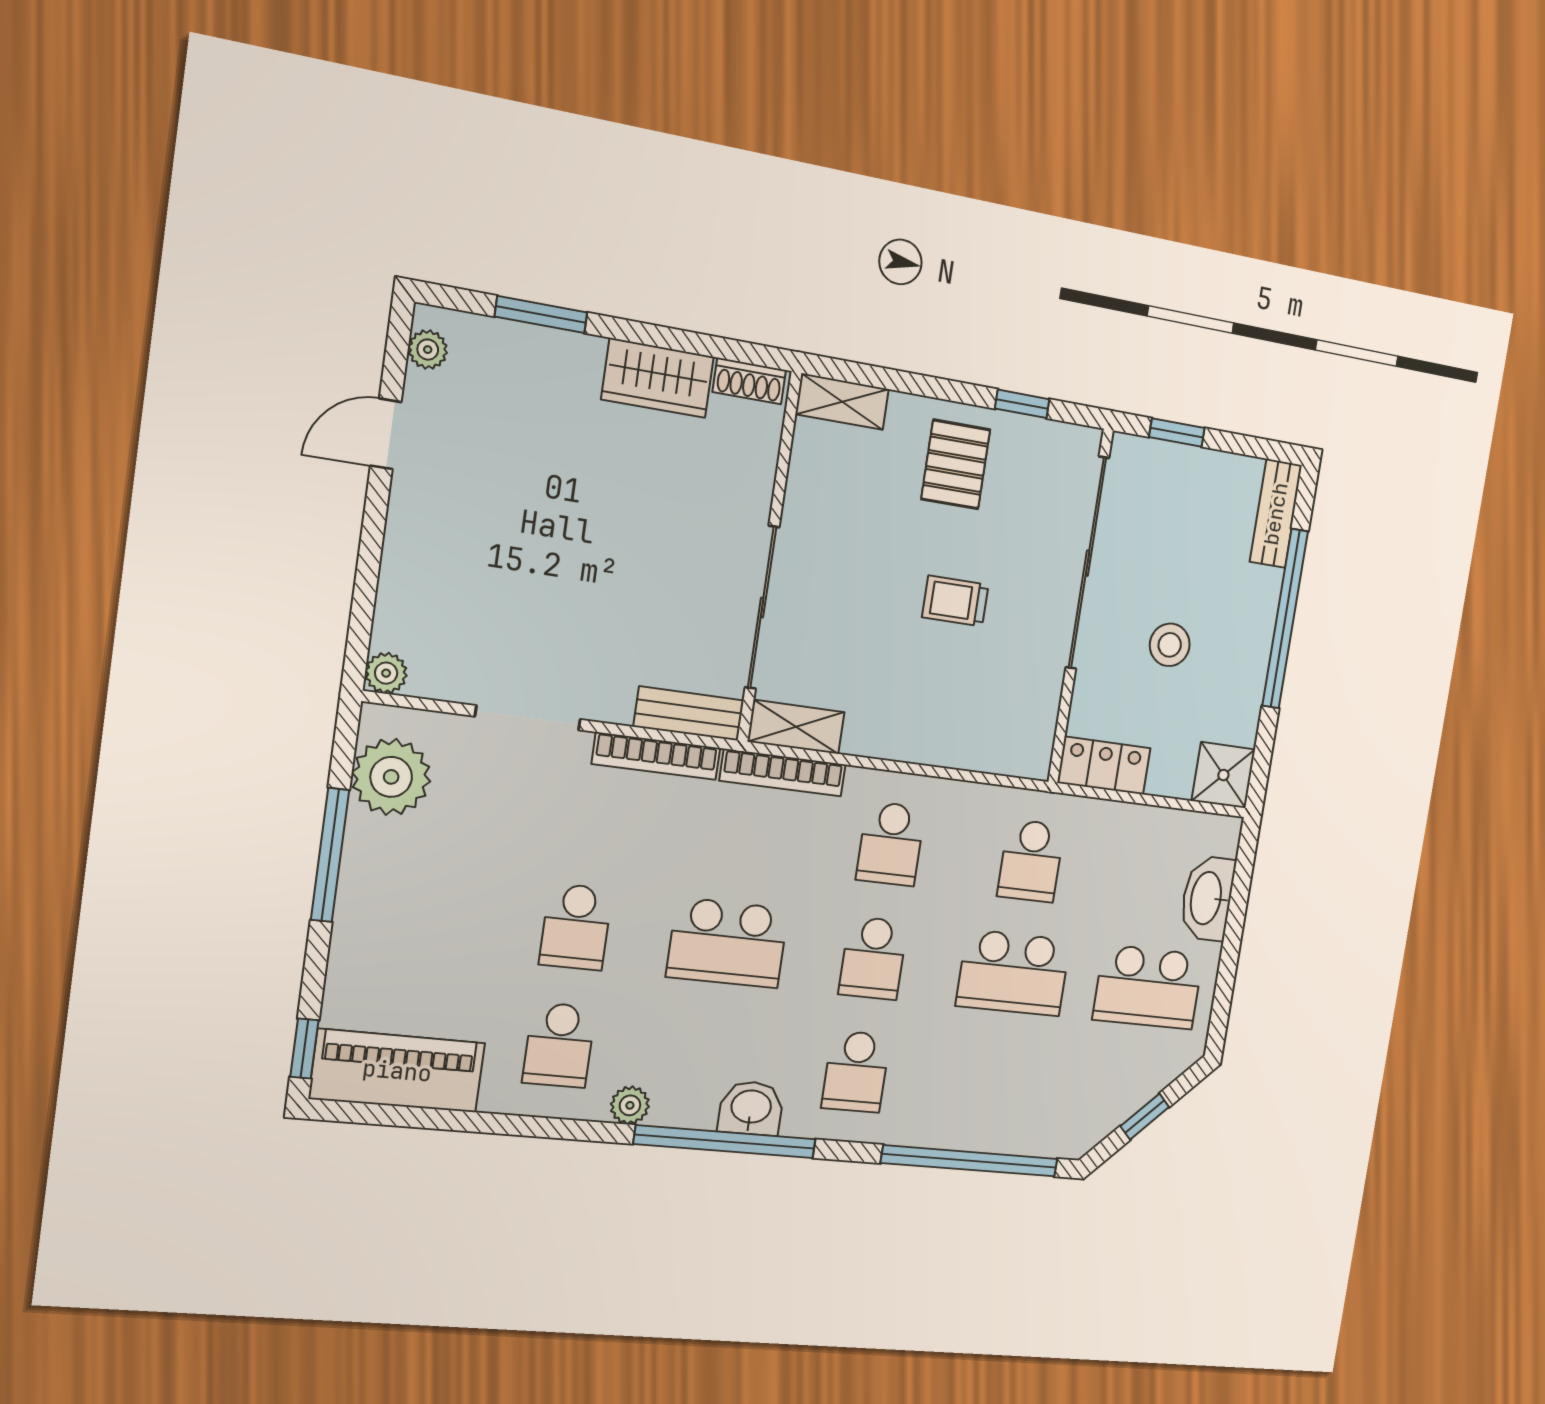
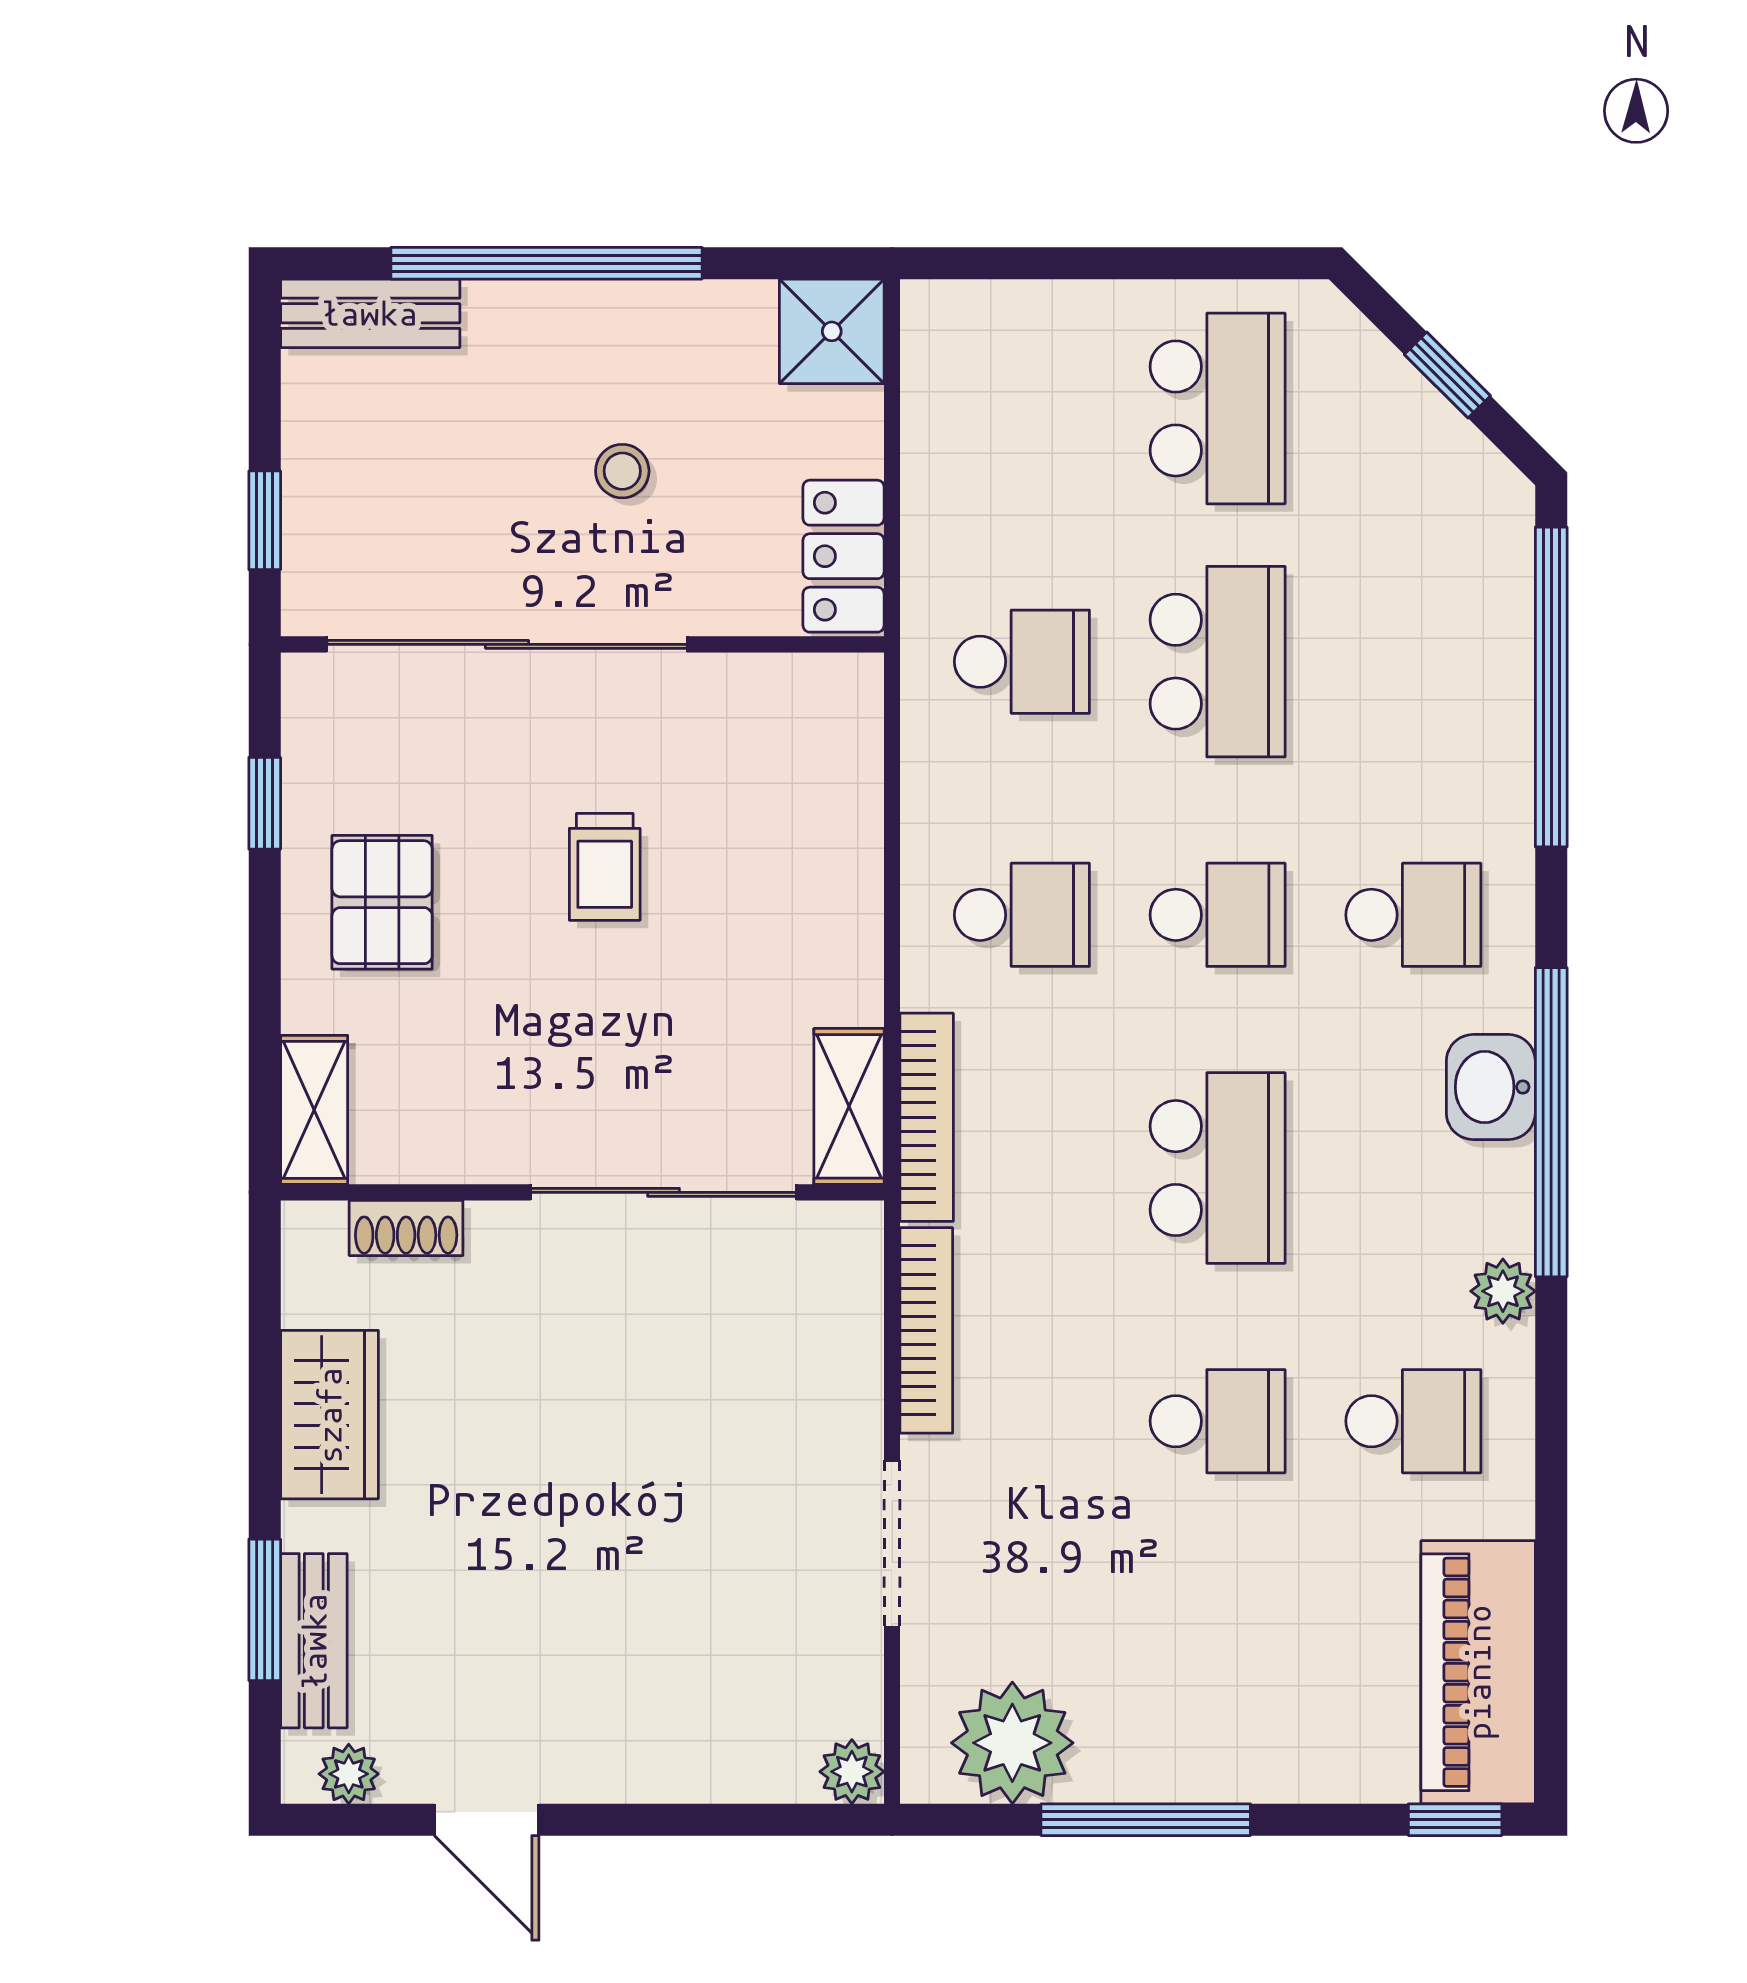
shoe rack: (749, 381) -> (406, 1228), moved, turned 90
pallet: (956, 464) -> (382, 902), turned 90
stool: (1170, 645) -> (622, 471), width x0.73, depth x0.73
bench: (689, 713) -> (314, 1641), moved
washbasin: (1207, 898) -> (1050, 324), removed

